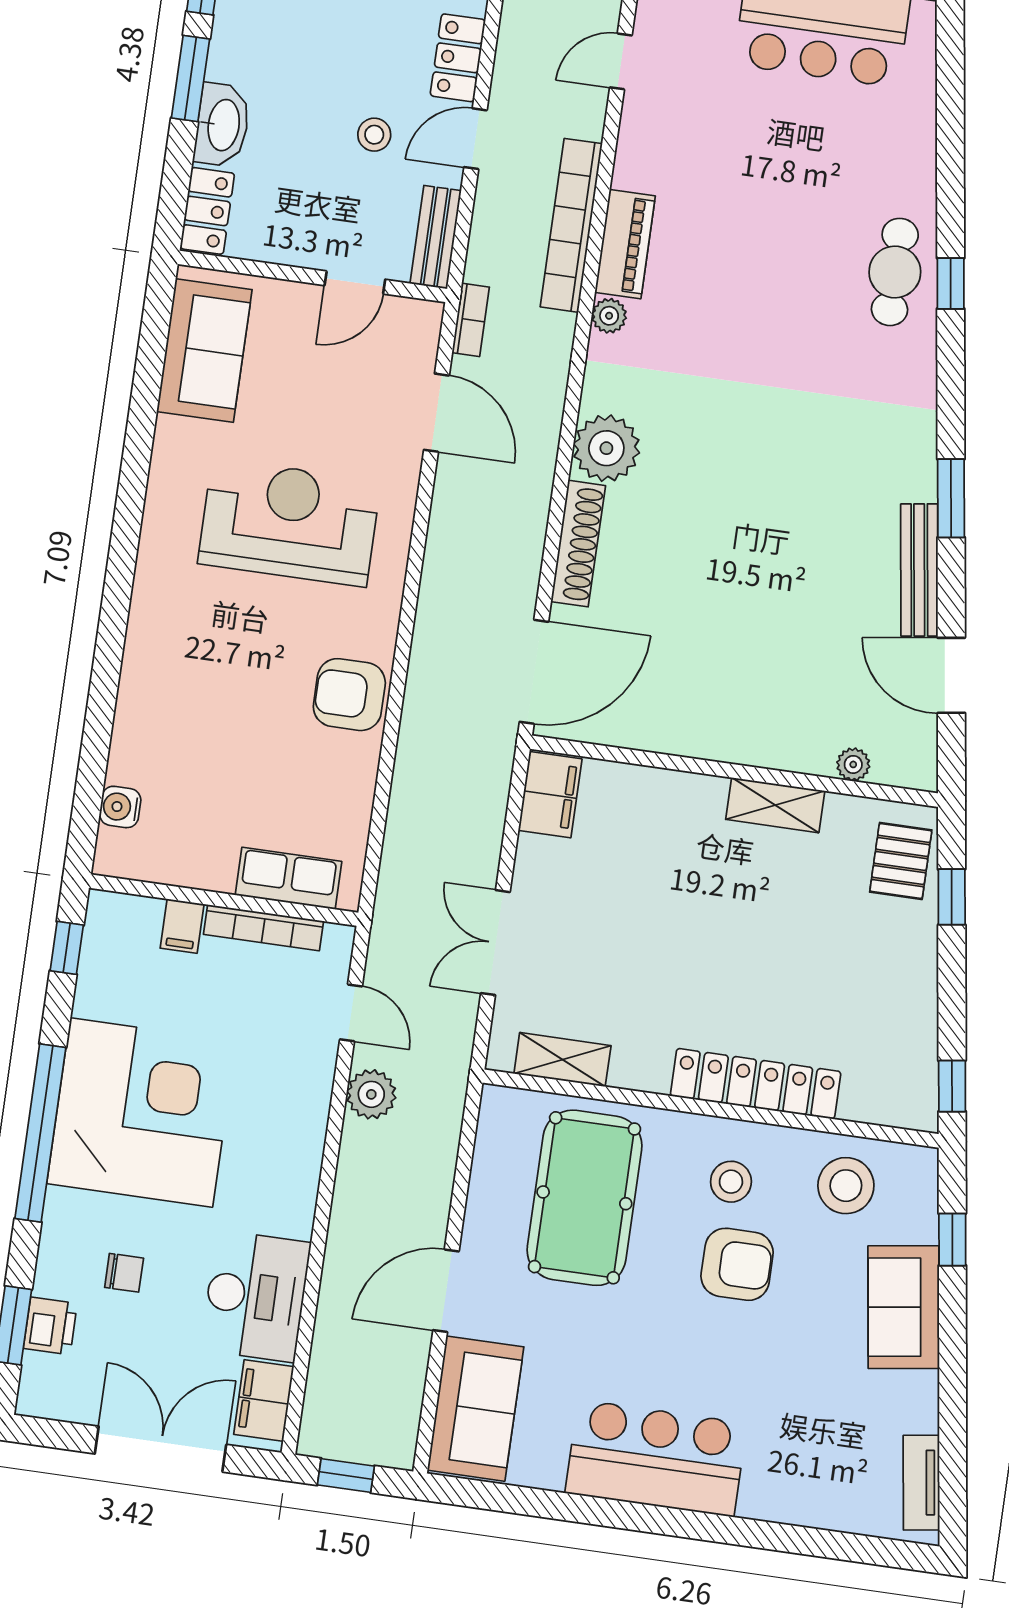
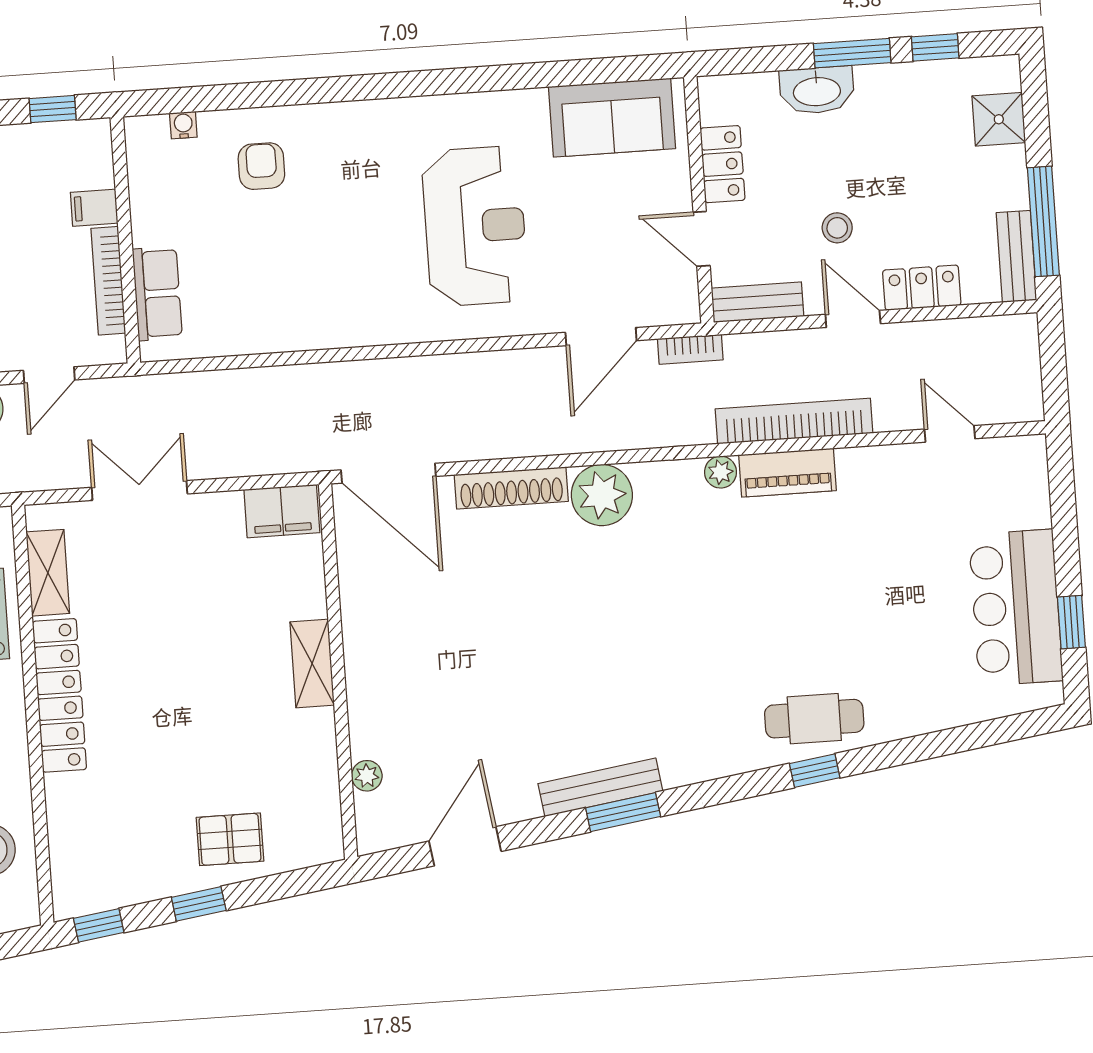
locker: (207, 211) -> (723, 164), moved, turned -90
bench: (919, 570) -> (600, 787), moved
armchair: (349, 695) -> (261, 166), moved, width x0.72, depth x0.72
shelving: (775, 805) -> (312, 664), moved
water cooler: (120, 807) -> (183, 125), width x0.72, depth x0.72
pallet: (901, 861) -> (230, 839), moved
window: (952, 897) -> (199, 904), moved
locker: (756, 1084) -> (59, 695), moved

